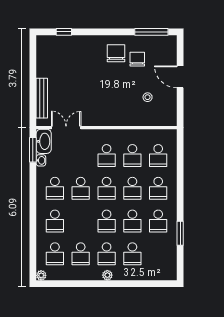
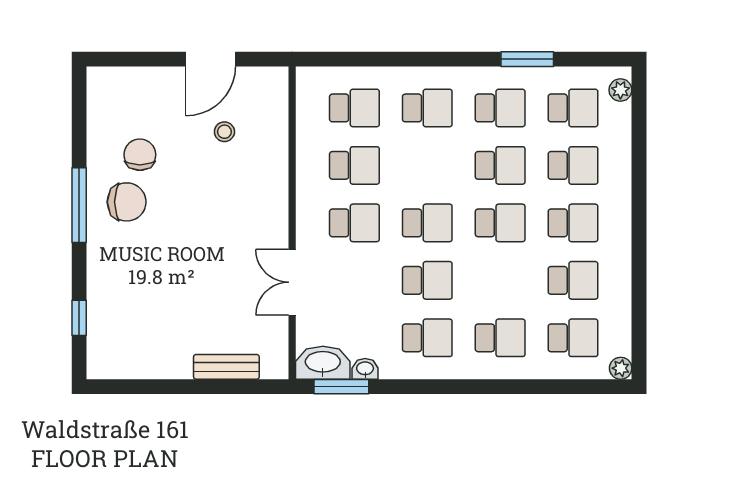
window: (151, 32) -> (79, 205), moved
chair: (116, 53) -> (127, 202), turned 180
chair: (137, 59) -> (140, 155), turned 90
door: (180, 77) -> (211, 59), moved
bench: (42, 98) -> (226, 367), width x0.73
double door: (66, 128) -> (292, 282), moved
school desk: (132, 188) -> (573, 108), moved
plant: (107, 275) -> (620, 90), moved

